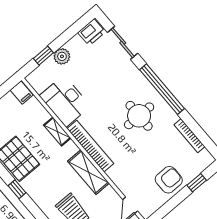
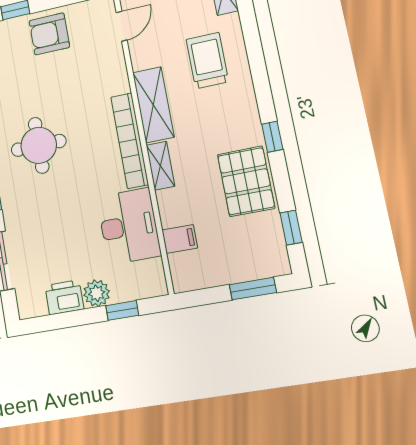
printer: (92, 32) -> (64, 297), moved
filing cabinet: (22, 93) -> (180, 239), moved, turned 90
shelving: (57, 132) -> (161, 166), moved

